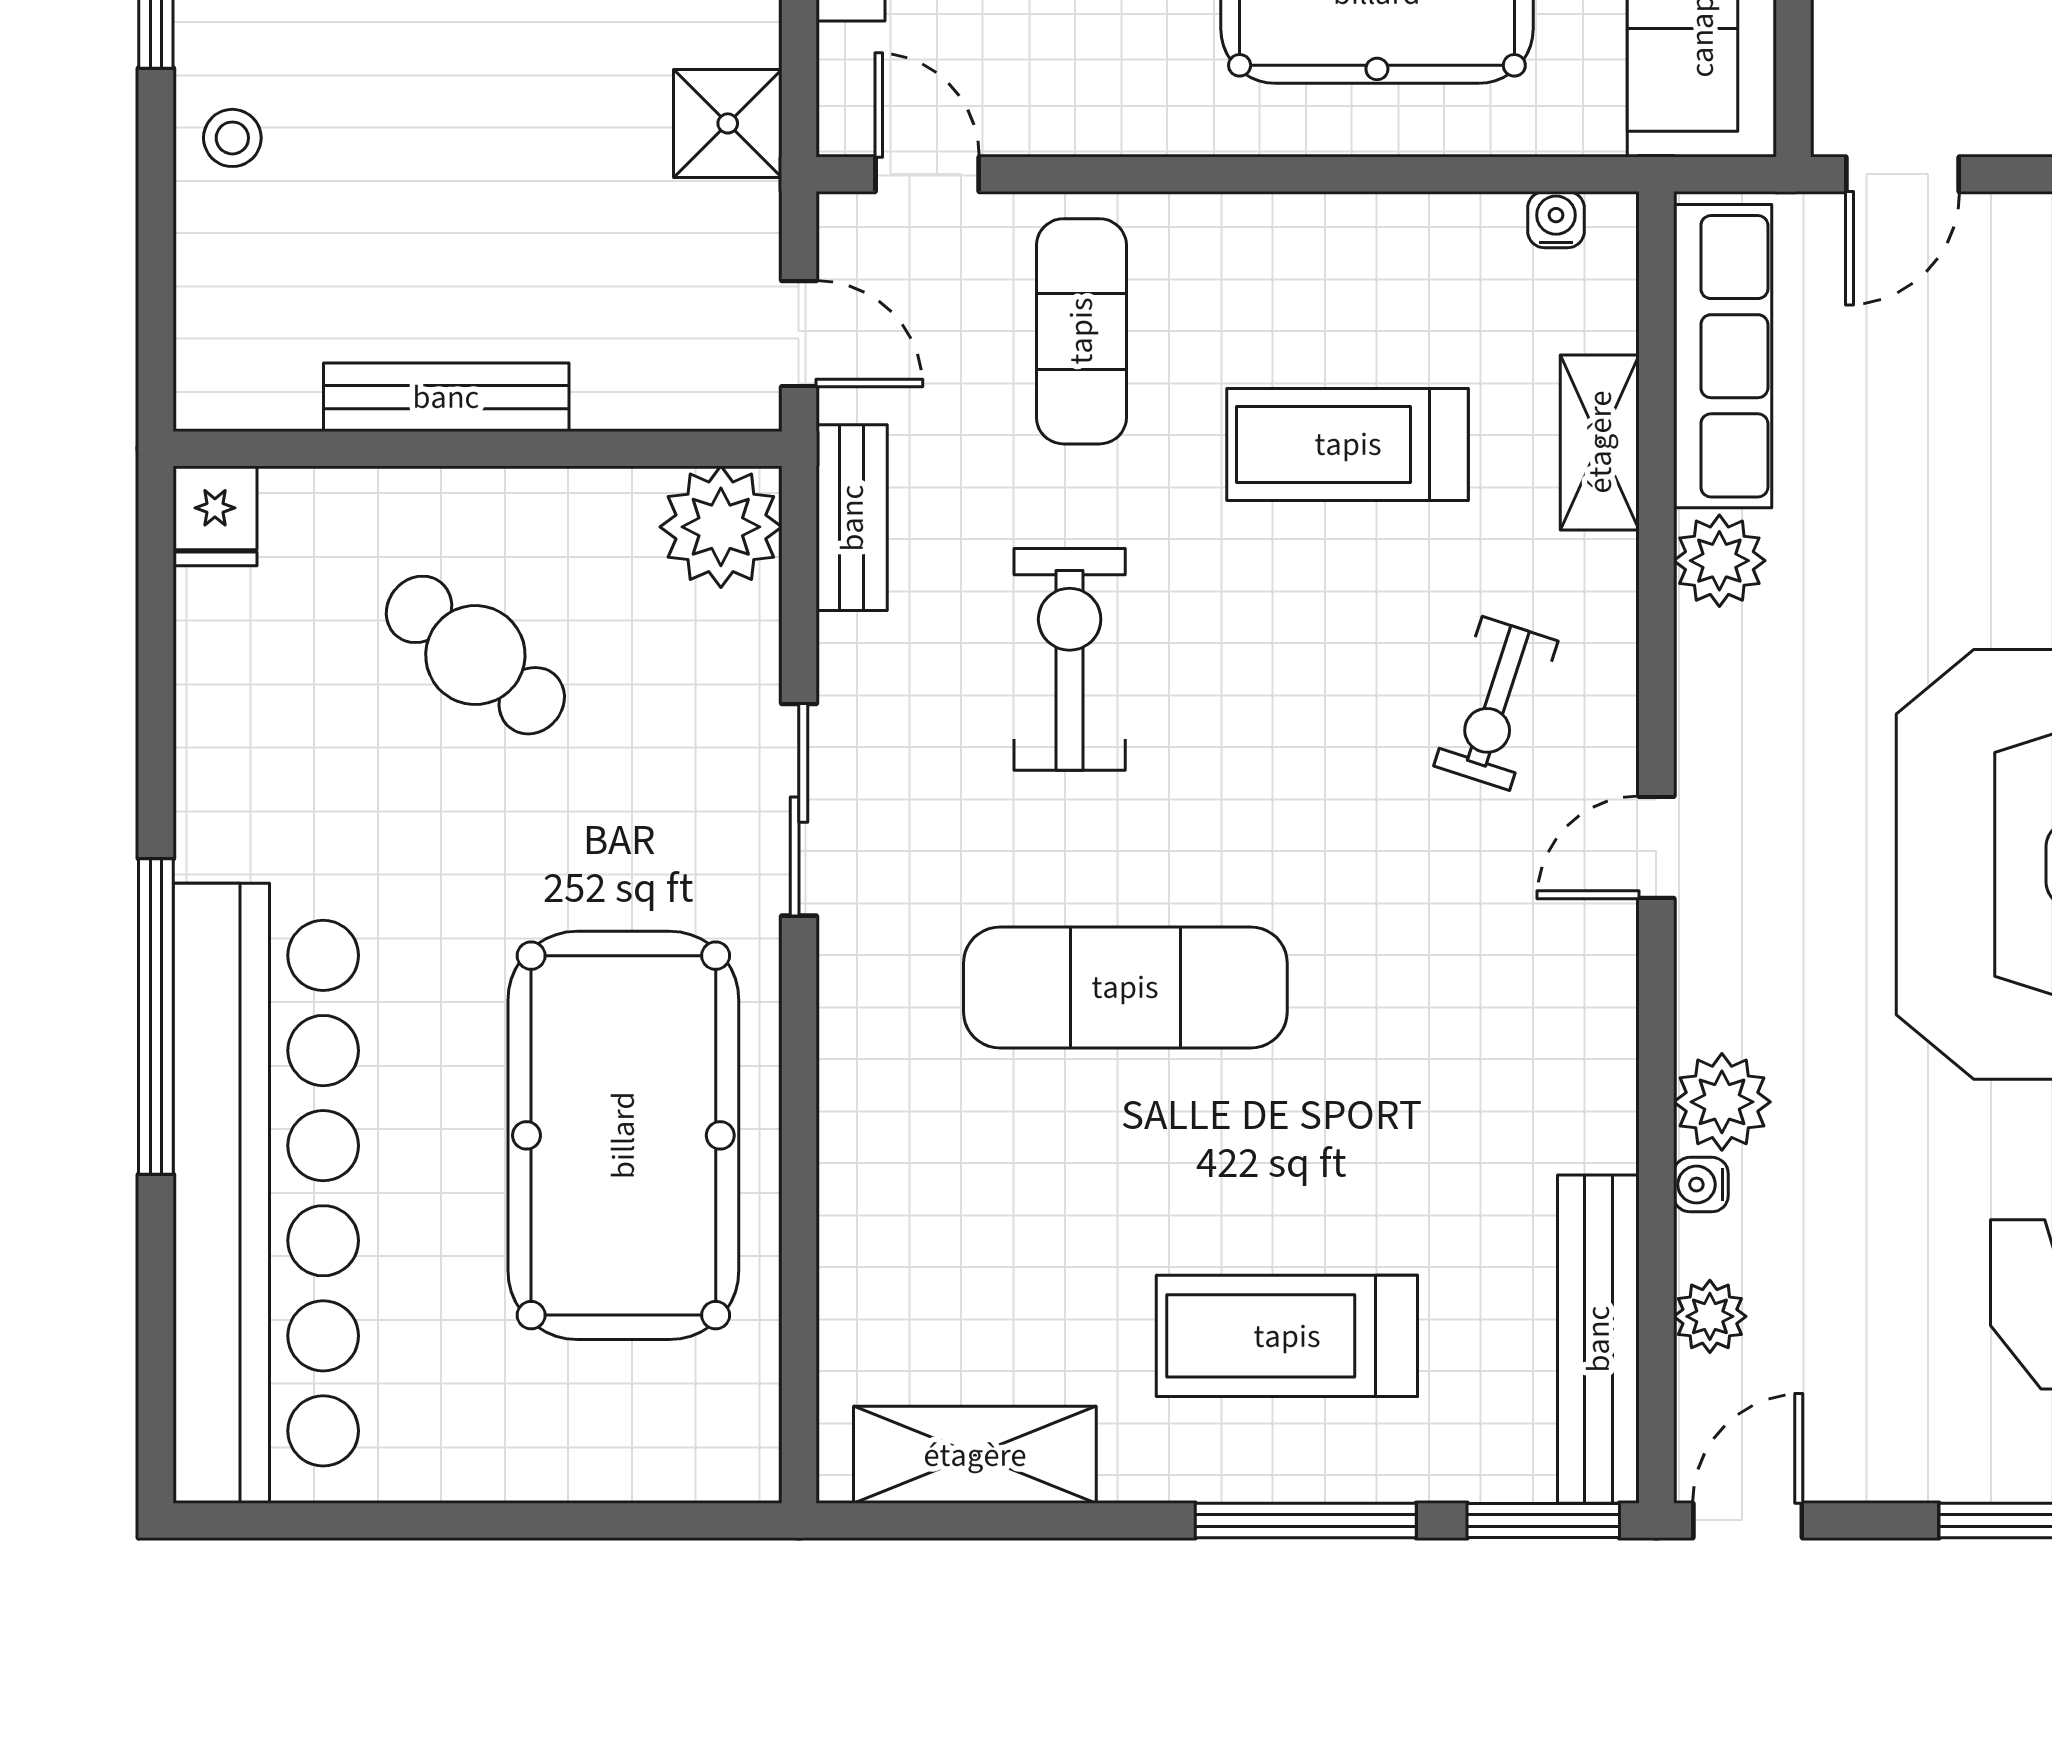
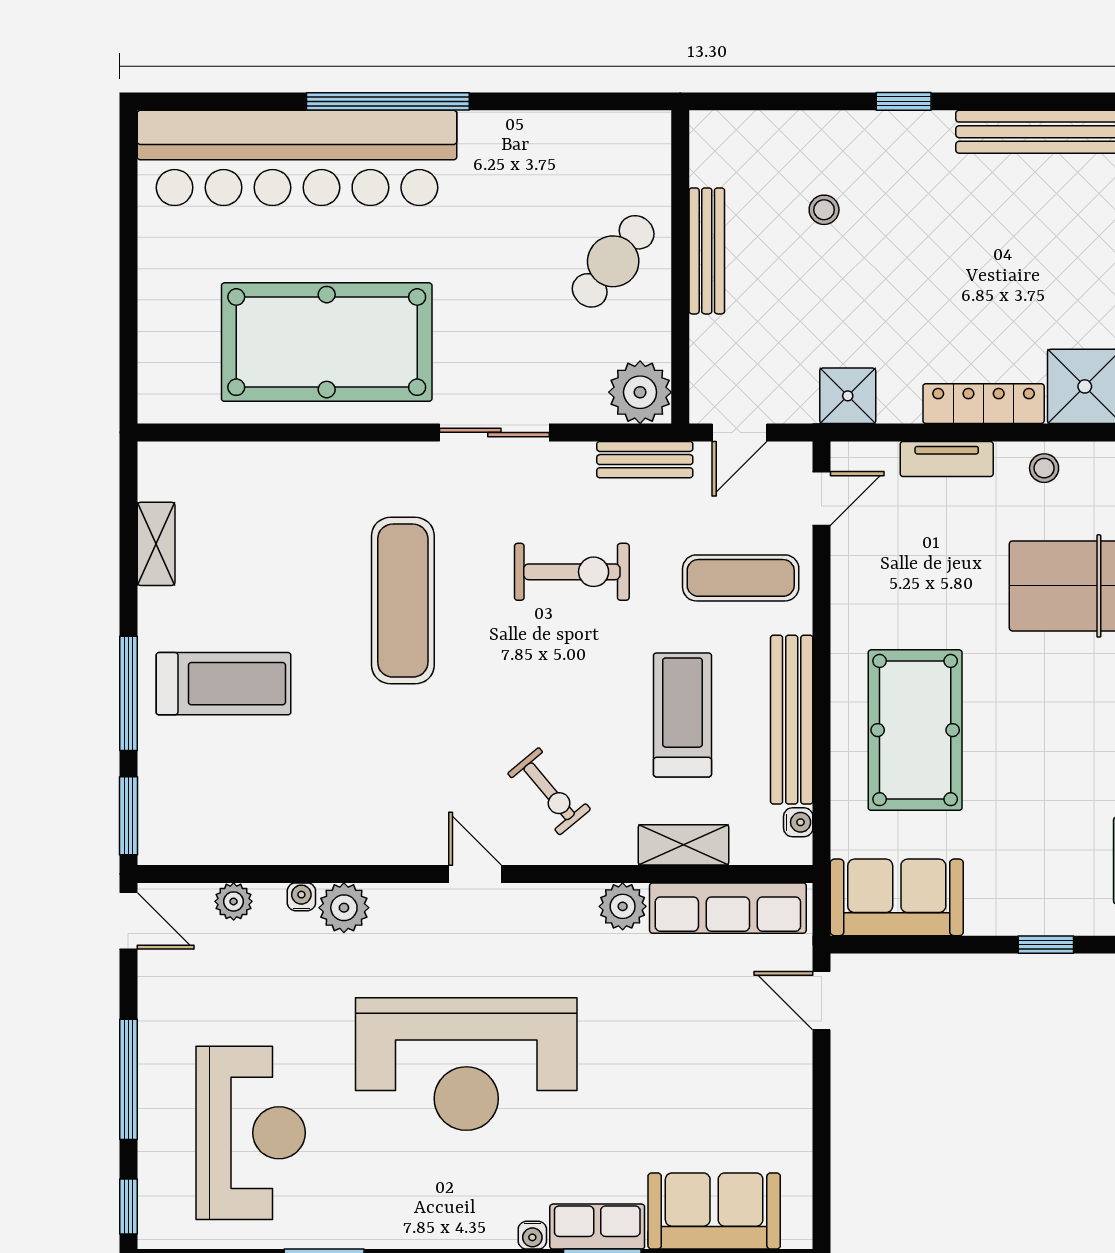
stool: (232, 138) -> (824, 210), moved
fridge: (215, 516) -> (646, 132), removed
cafe table: (475, 655) -> (613, 261), moved
exercise bike: (1496, 703) -> (549, 791), turned -148
treadmill: (1287, 1336) -> (224, 684), turned 90
bench: (1598, 1339) -> (792, 720), moved, turned 90
shelving: (975, 1455) -> (156, 544), width x0.67, depth x0.75

